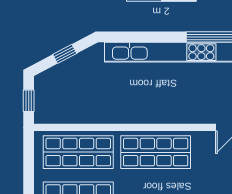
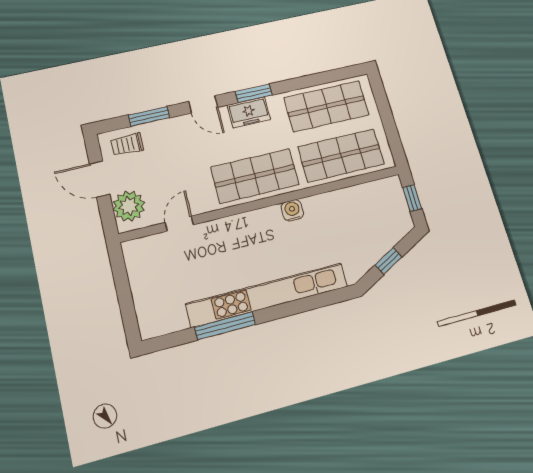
water cooler: (132, 115) -> (292, 210), added

